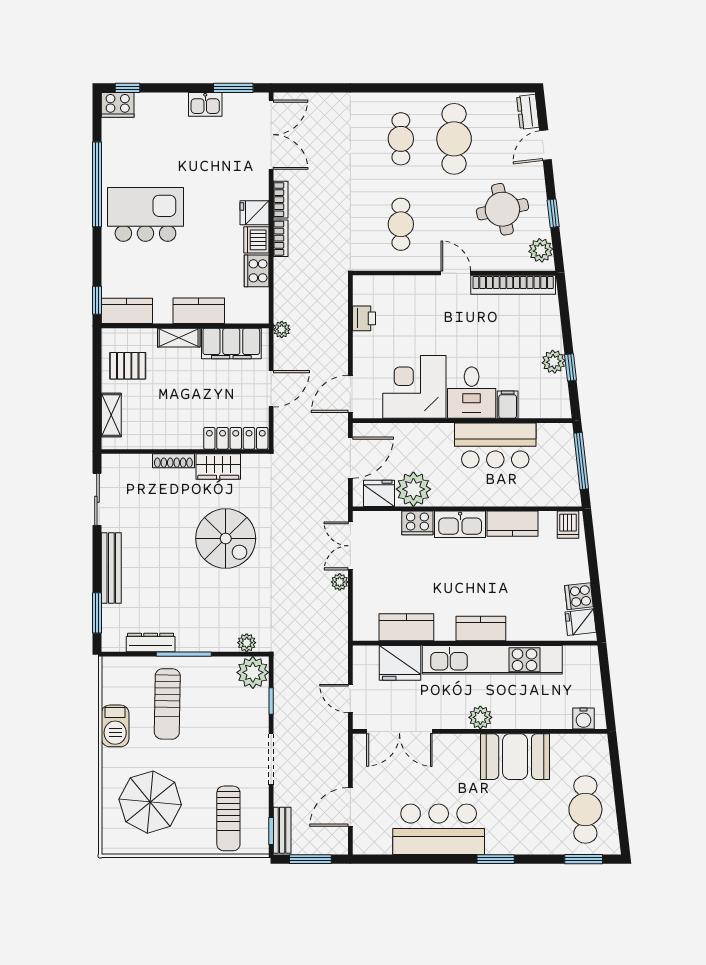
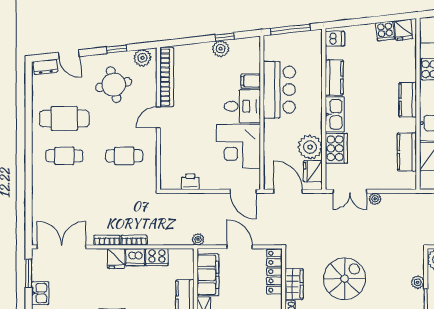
cooker: (417, 523) -> (336, 148), width x1.37, depth x1.31
plant: (247, 643) -> (418, 282), moved

